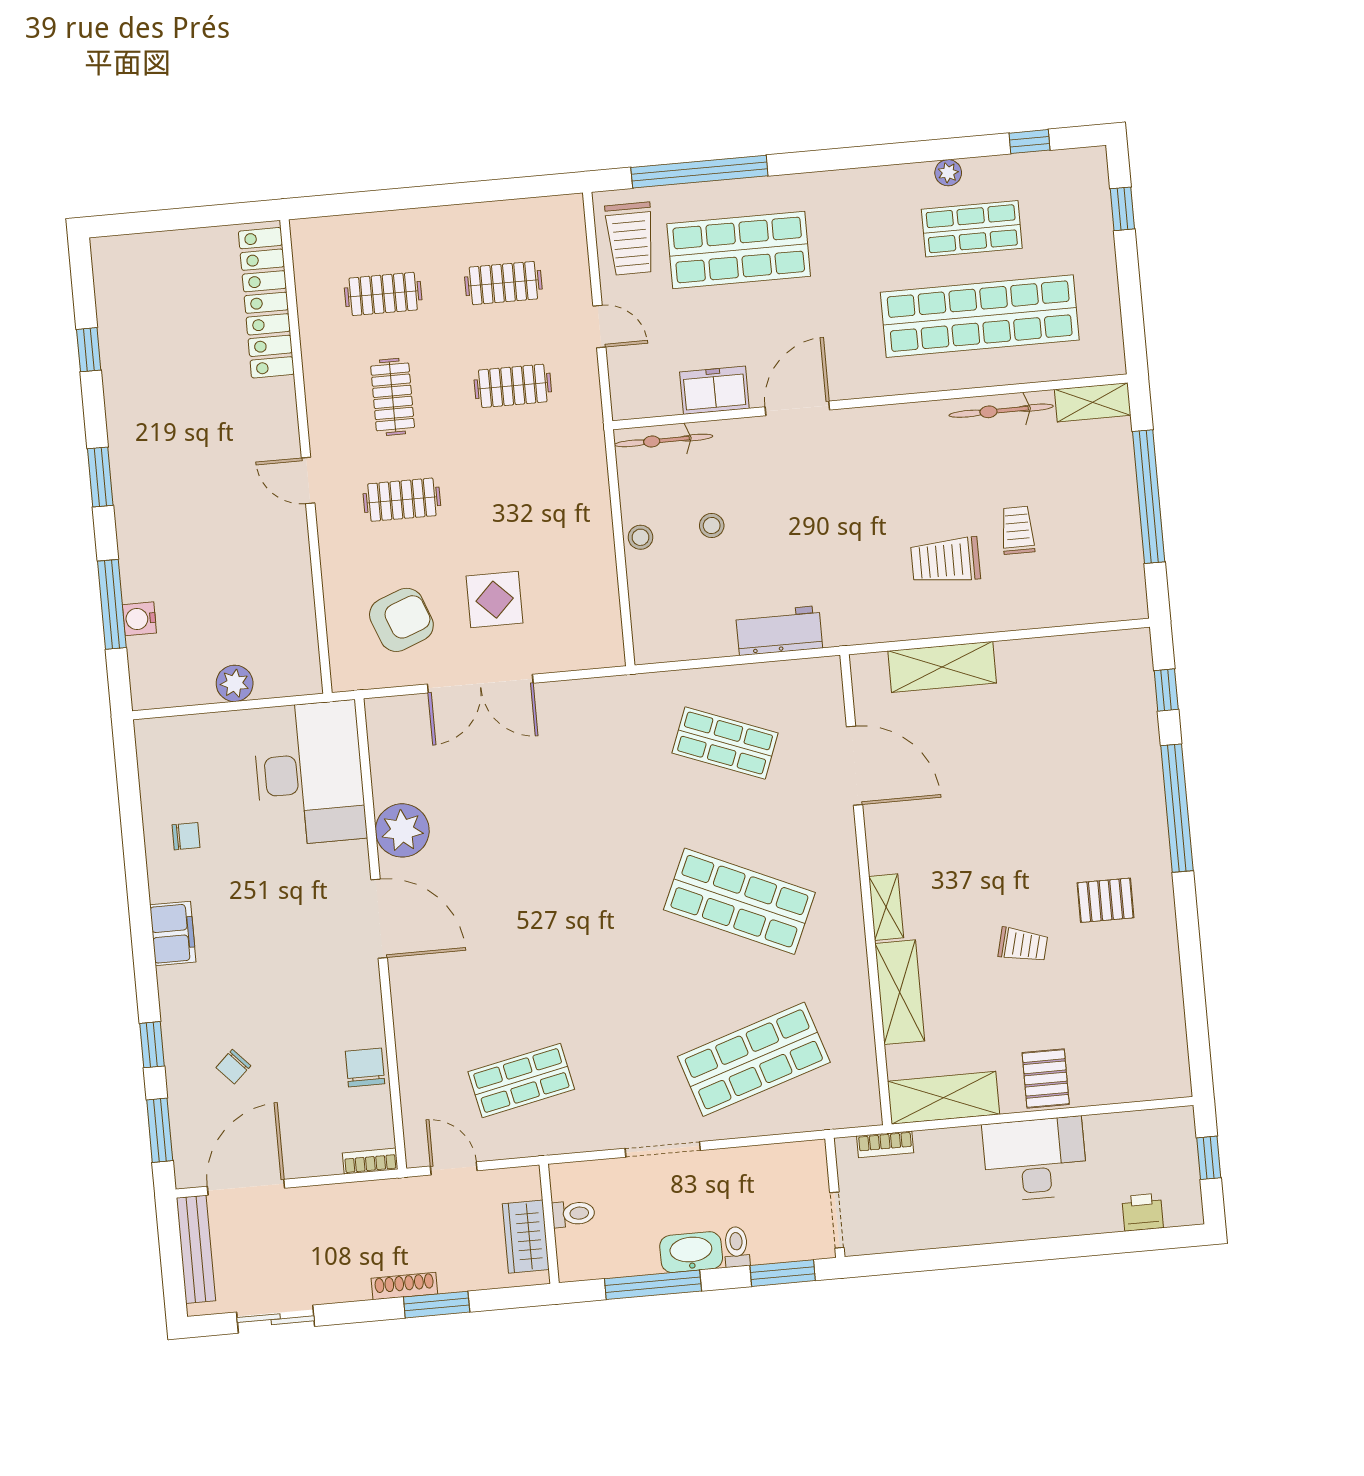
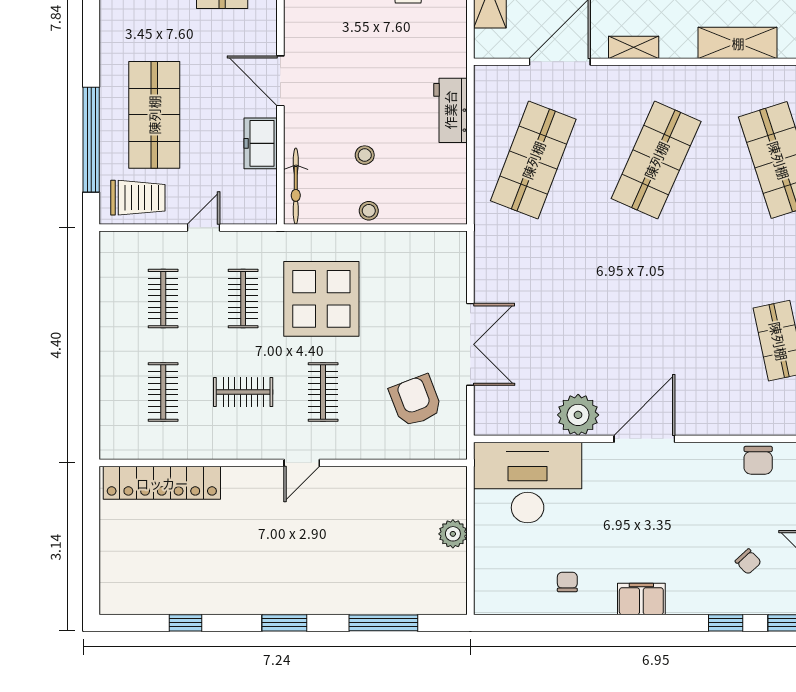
display table: (495, 600) -> (321, 299), moved, width x1.86, depth x1.86
water cooler: (139, 619) -> (396, 603), removed
shop shelf: (725, 743) -> (533, 160), width x1.43, depth x1.36
shelving: (886, 907) -> (634, 47), moved
chair: (365, 1068) -> (758, 460), turned -90

